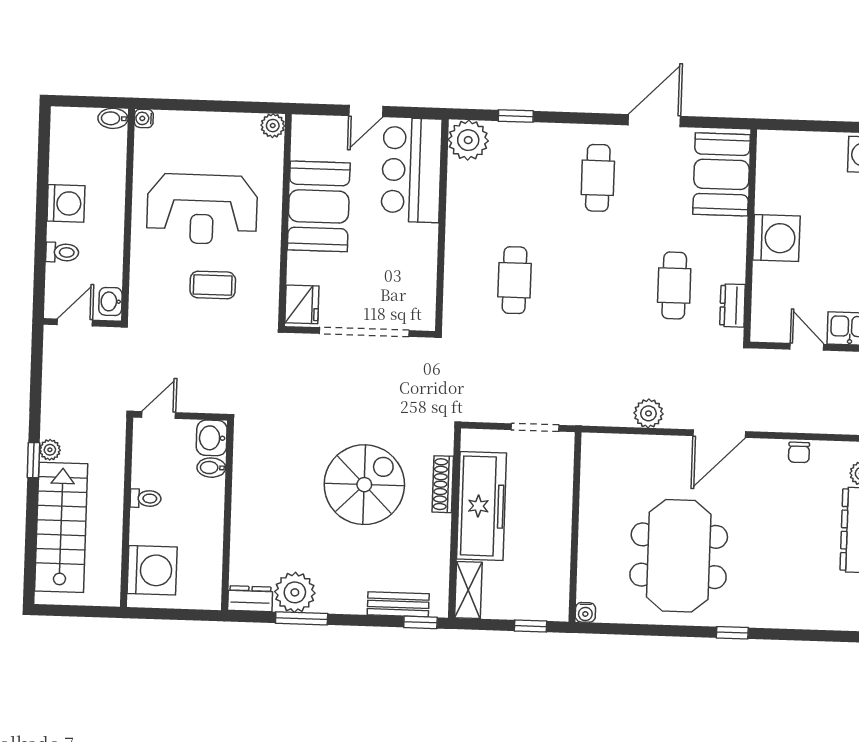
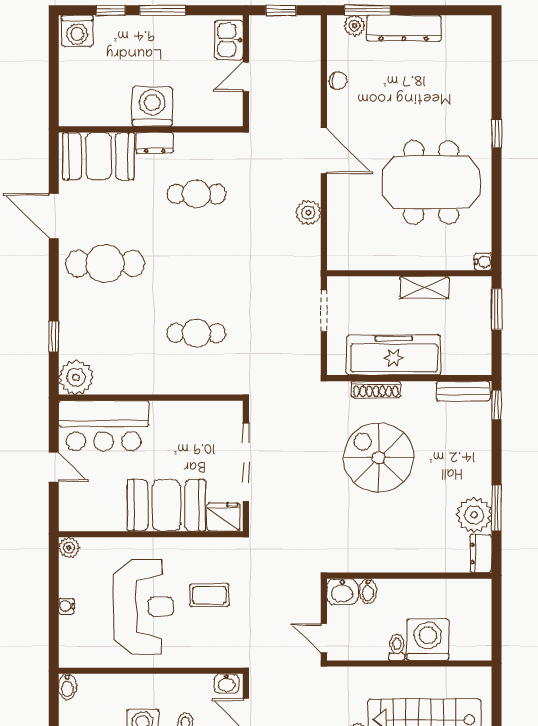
water cooler: (144, 118) -> (67, 606), moved, turned 90
cafe table: (598, 178) -> (105, 263), width x1.37, depth x1.35
booth: (319, 206) -> (166, 505), moved
coffee table: (213, 285) -> (209, 595), turned 90
dresser: (732, 305) -> (155, 143), moved
washing machine: (152, 570) -> (428, 640), moved
shelving: (468, 590) -> (424, 287), moved
bench: (398, 604) -> (463, 391), moved, turned 90
window: (530, 626) -> (497, 309), width x1.50

